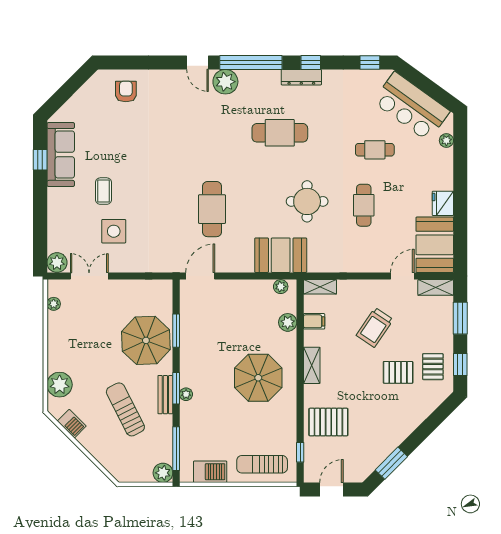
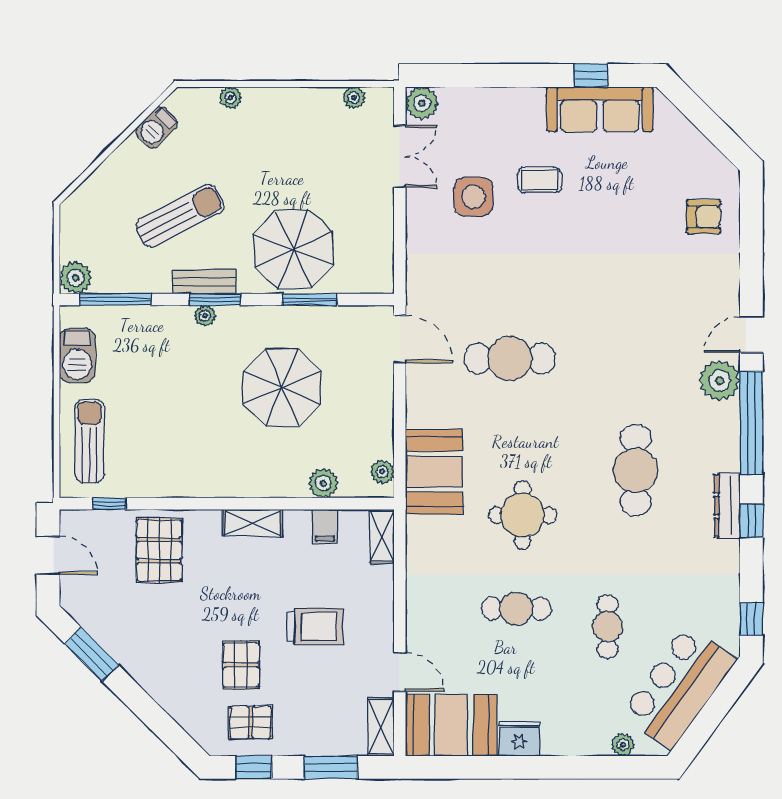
trolley: (375, 327) -> (315, 626), turned 146
parasol: (258, 378) -> (282, 388), moved
plant: (60, 385) -> (230, 98), width x0.53, depth x0.53

